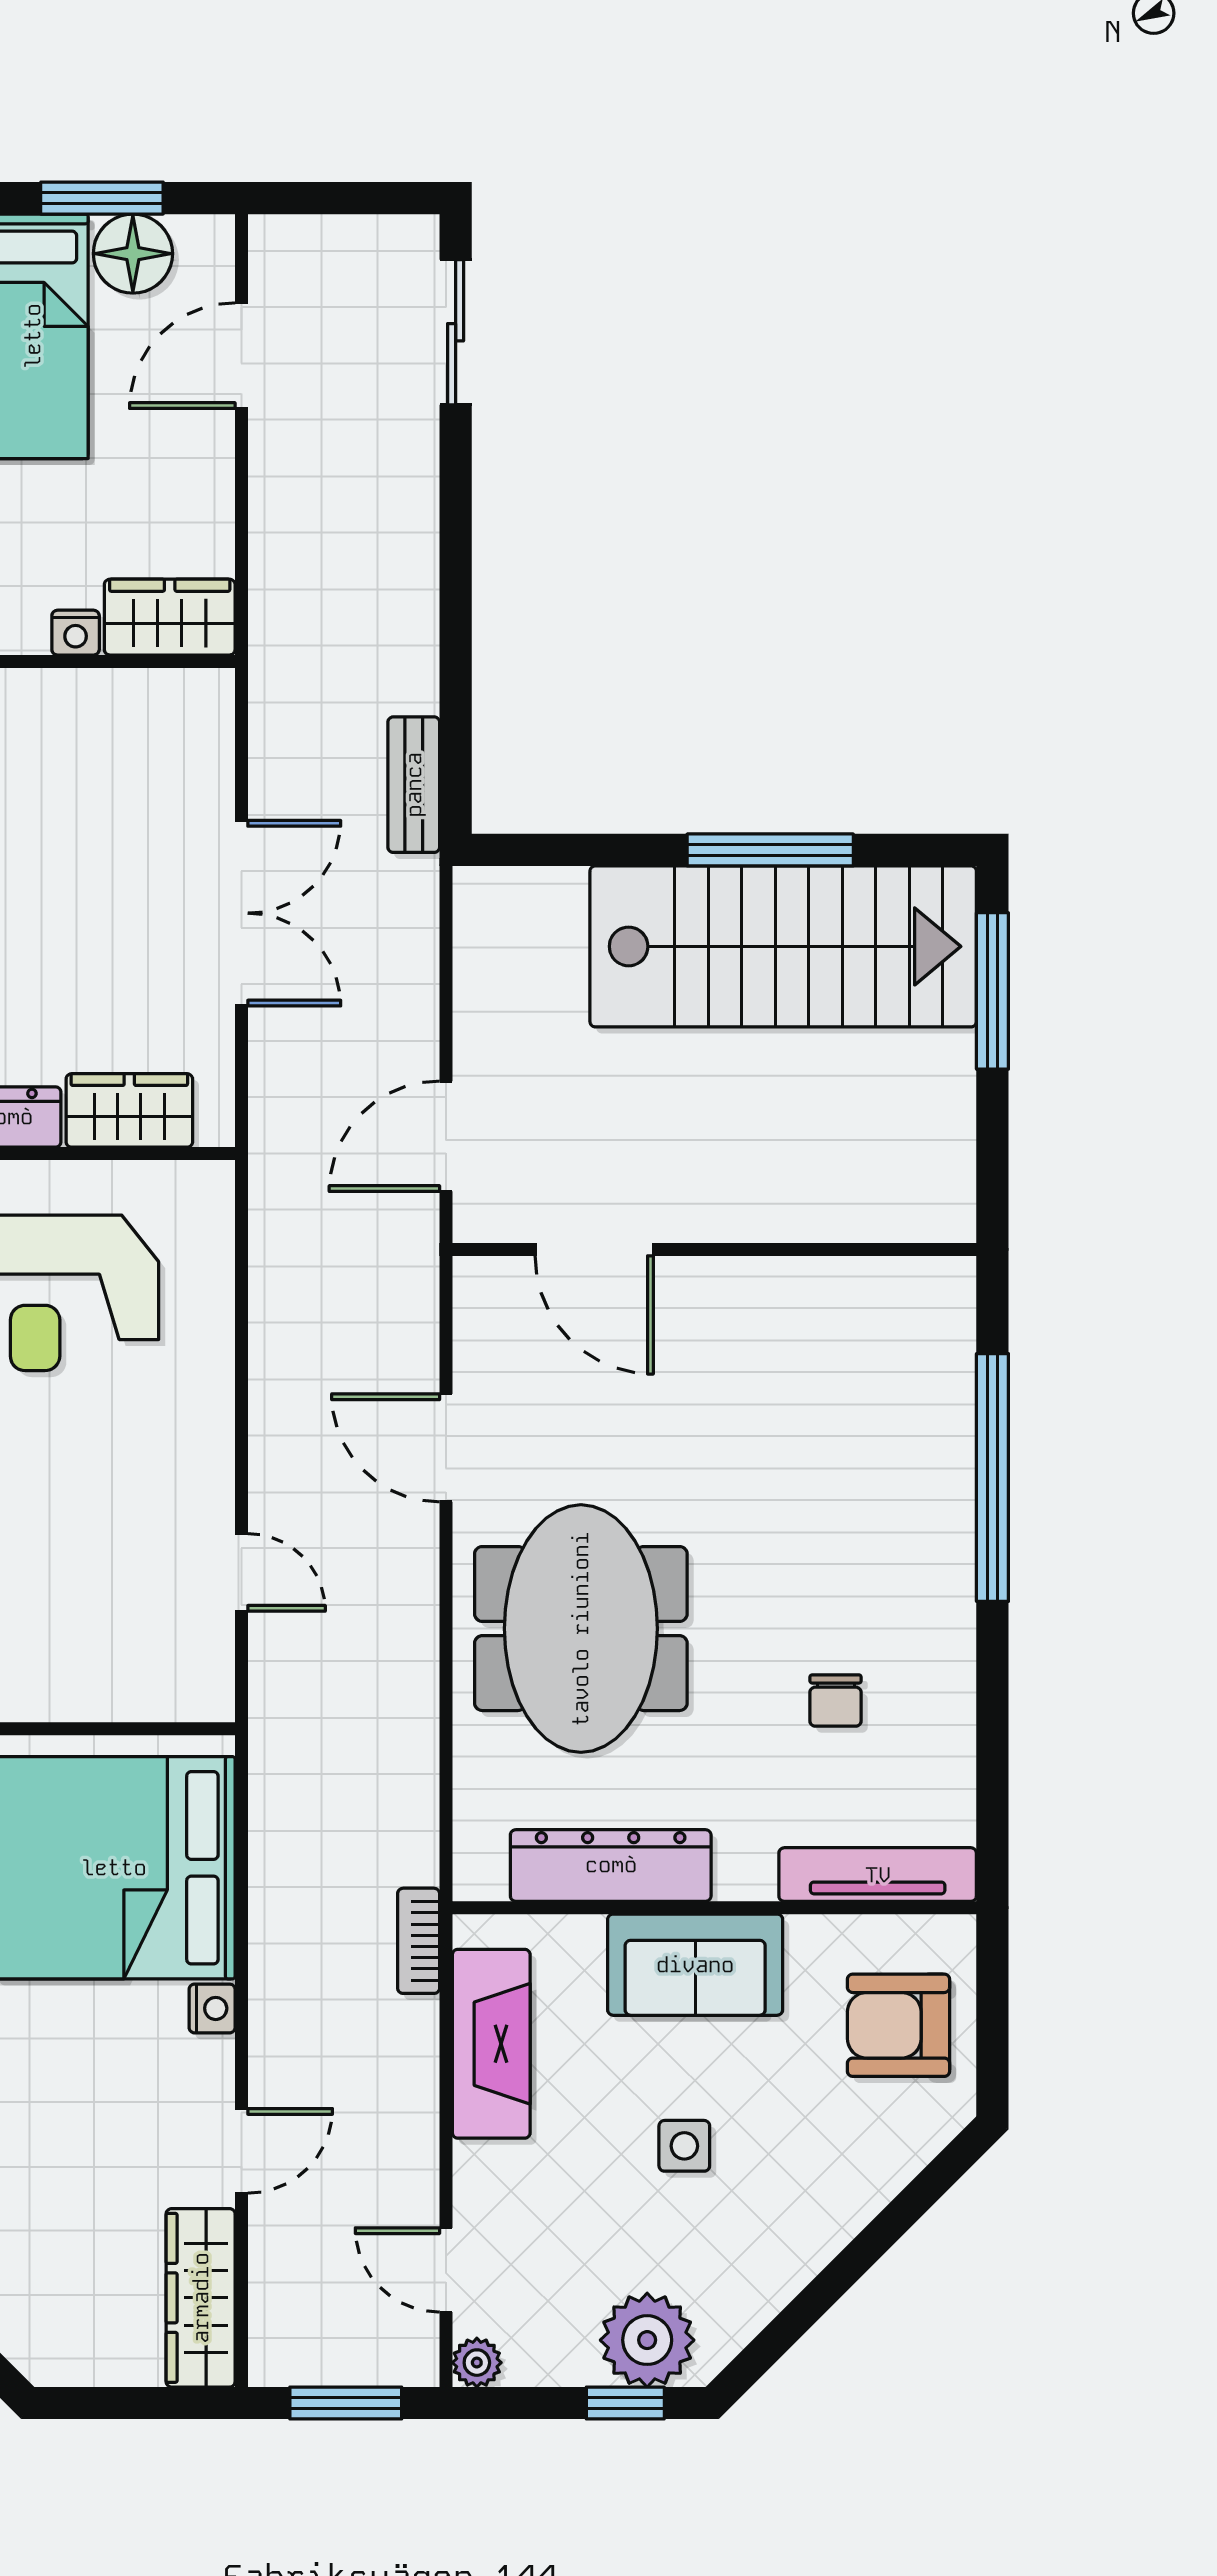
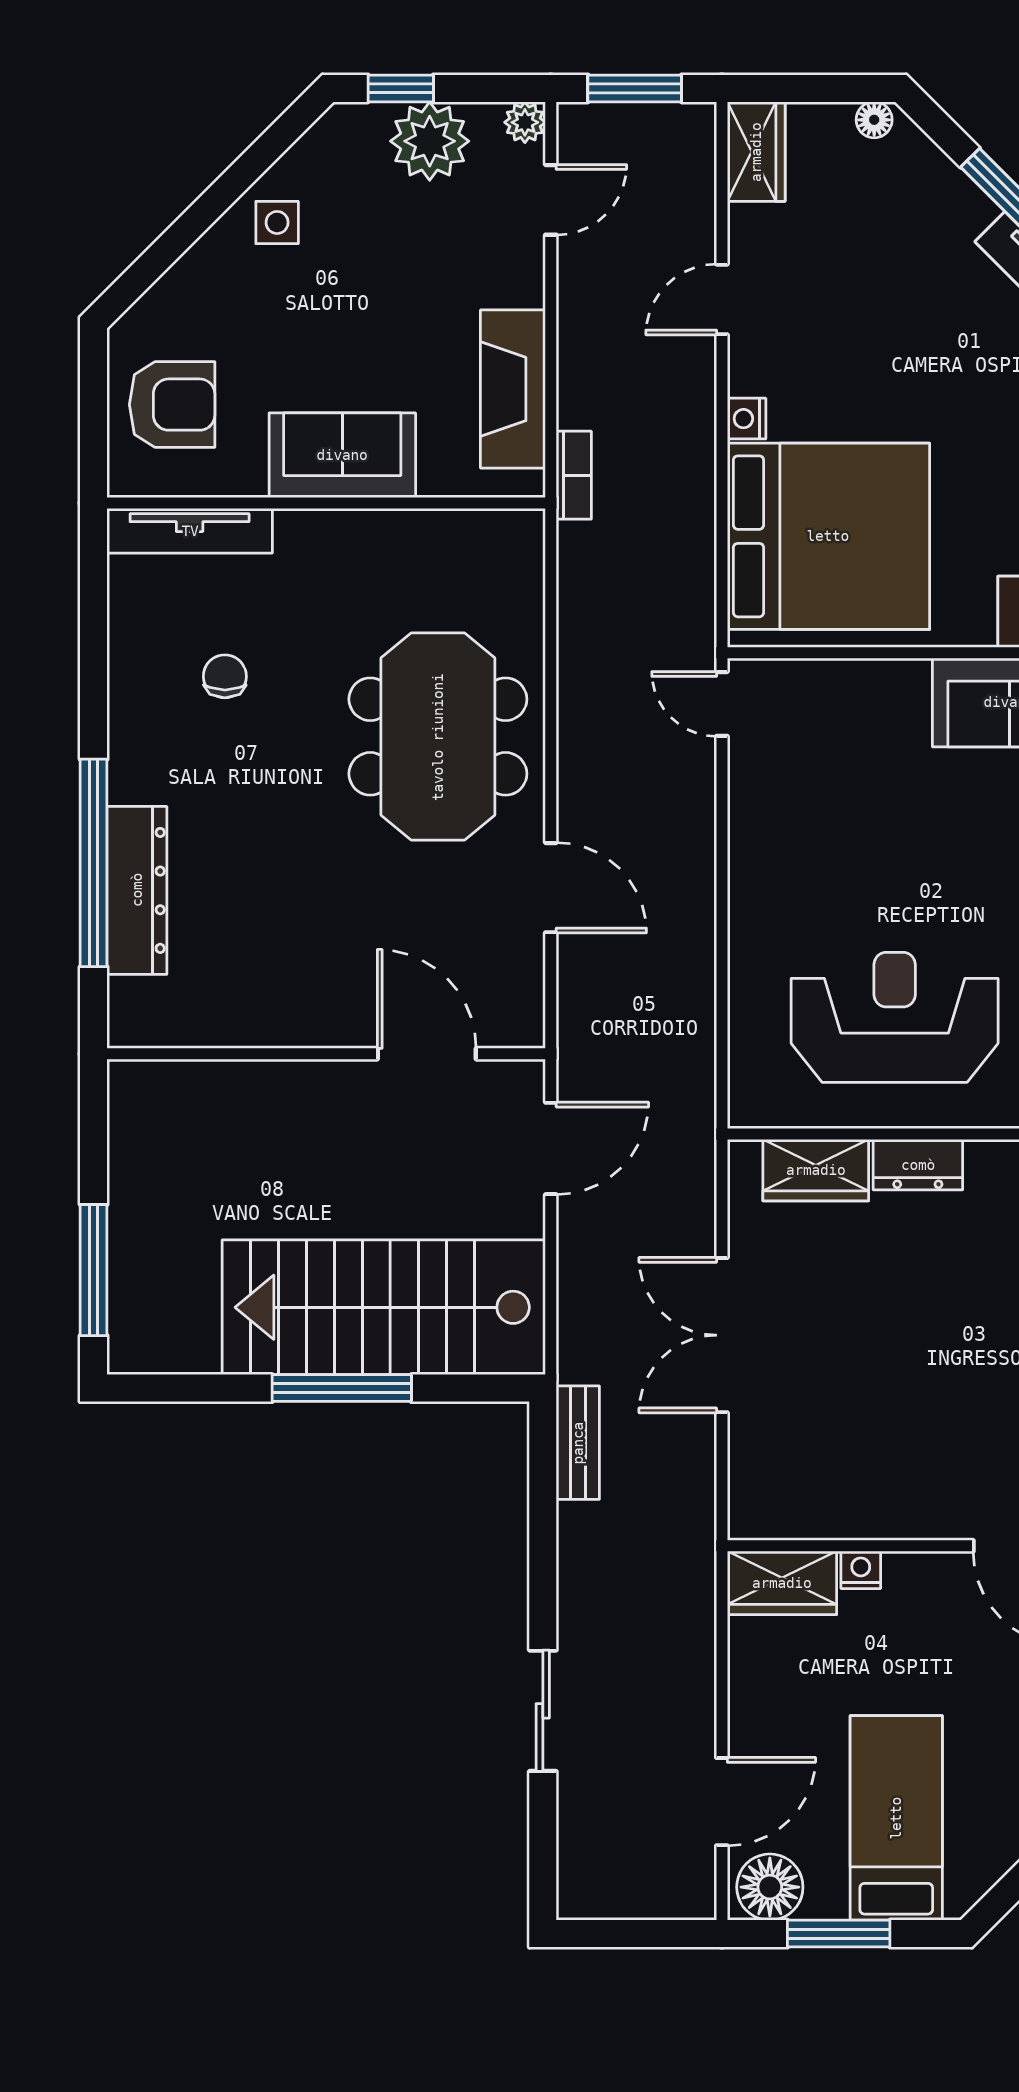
floor lamp: (133, 254) -> (770, 1887), moved
sliding door: (456, 332) -> (543, 1711), moved
window: (770, 850) -> (342, 1388), moved
stairs: (783, 946) -> (384, 1307), moved
door: (241, 1572) -> (722, 704), moved
dresser: (611, 1865) -> (137, 890), moved, turned -90
side table: (684, 2146) -> (277, 222), moved
door: (446, 2270) -> (551, 200), hinge flipped
wardrobe: (201, 2298) -> (756, 152), width x0.67
plant: (647, 2340) -> (430, 141), moved
floor lamp: (60, 2366) -> (874, 120), added

